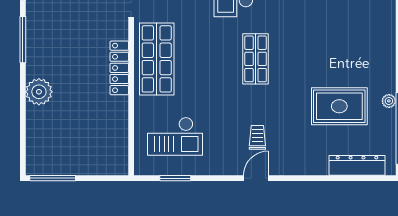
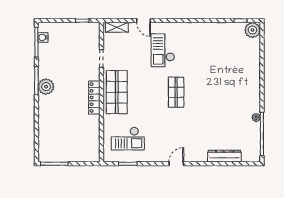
plant: (39, 92) -> (46, 87), moved
rug: (339, 106) -> (226, 121), removed
trolley: (257, 137) -> (177, 139), removed
dresser: (357, 165) -> (224, 156), moved

